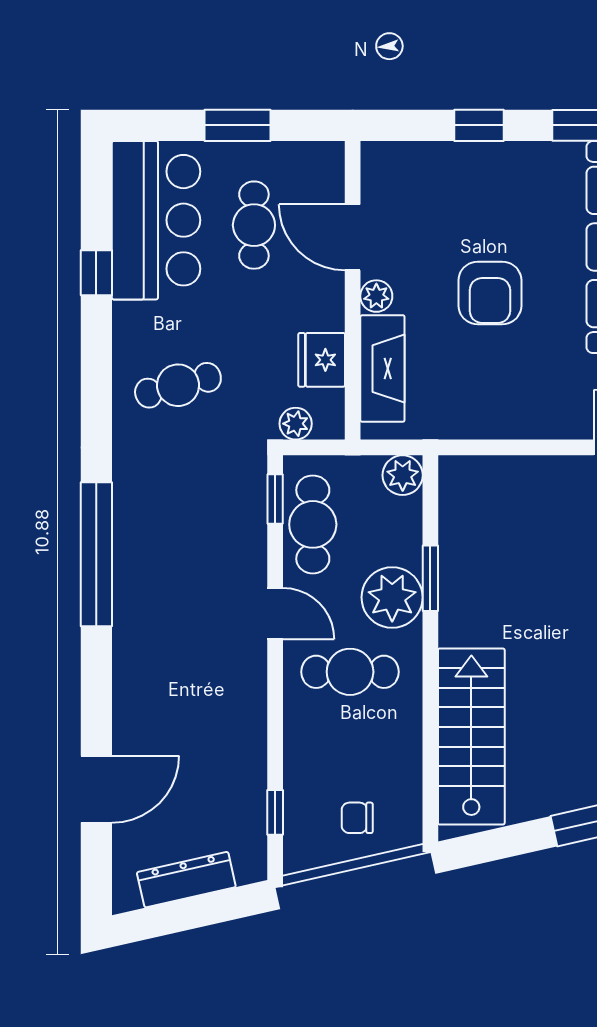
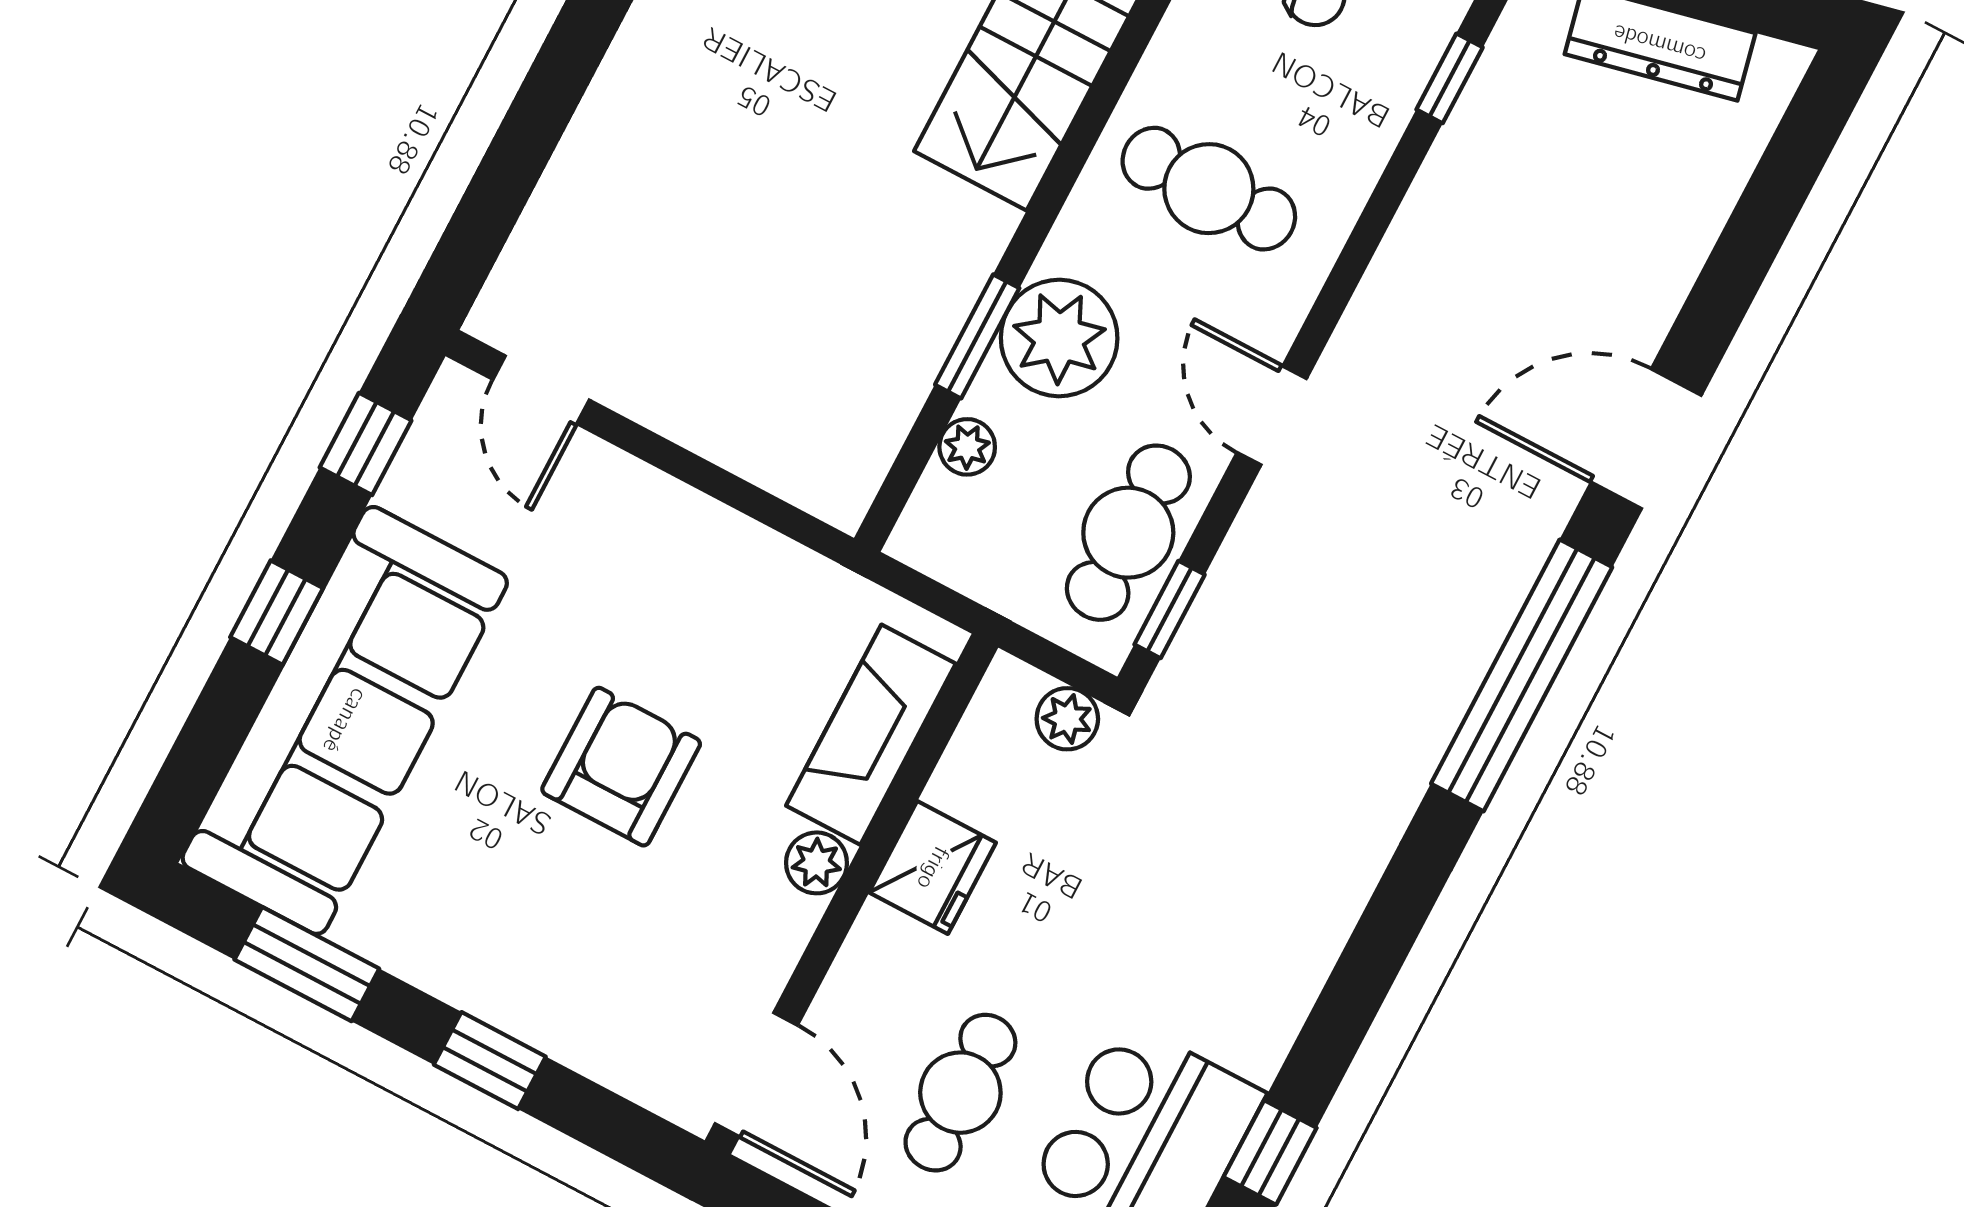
door: (353, 237) -> (756, 1075), moved
fridge: (322, 360) -> (933, 868), moved
cafe table: (178, 385) -> (1232, 889), removed
plant: (403, 475) -> (967, 447), moved, width x0.73, depth x0.73
cafe table: (350, 672) -> (1209, 189), moved
door: (96, 789) -> (1646, 439), moved

